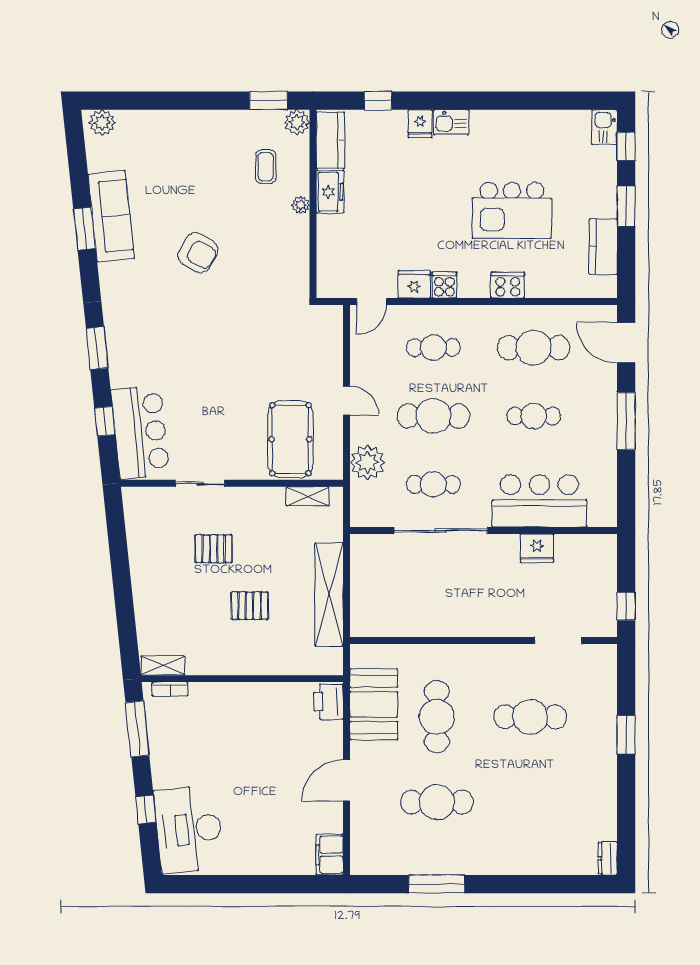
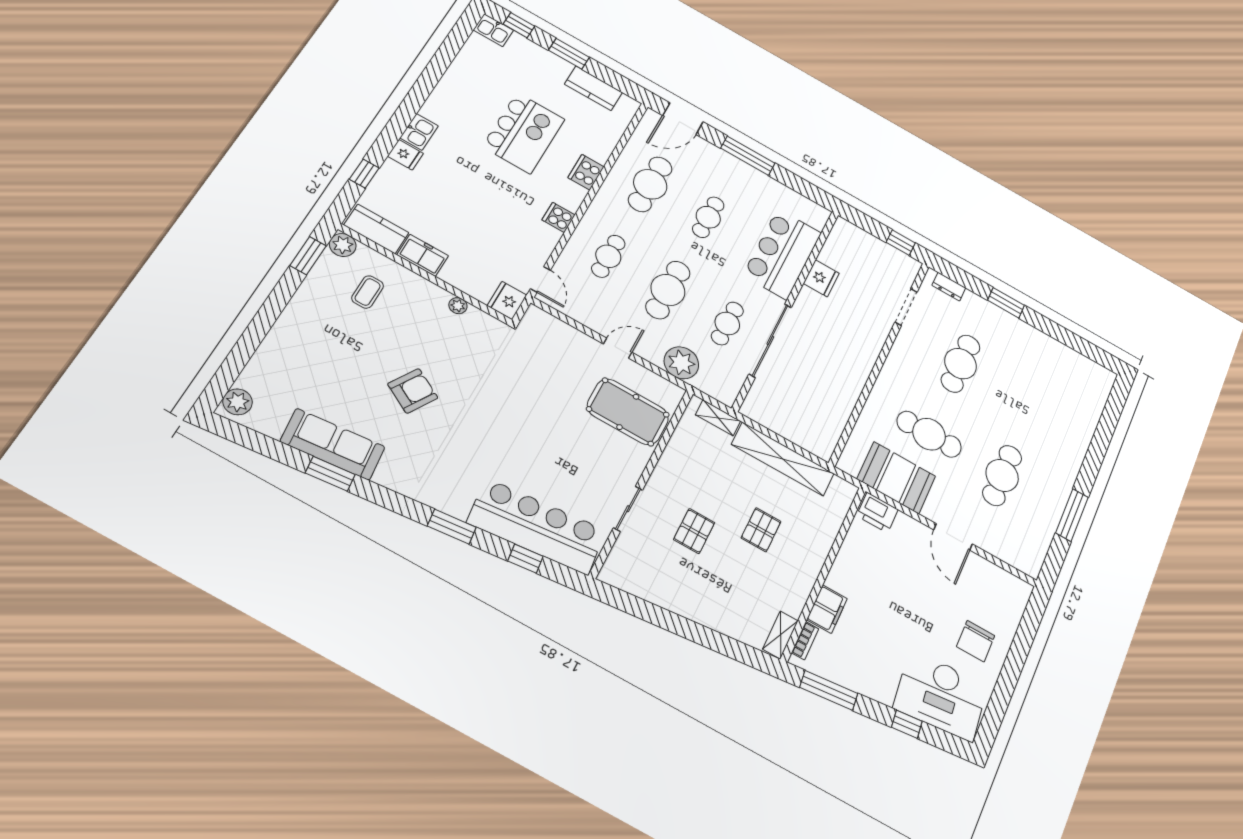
coffee table: (266, 167) -> (368, 292), turned 90
plant: (301, 205) -> (458, 306), moved
fridge: (414, 284) -> (507, 300), moved
bar counter: (140, 432) -> (537, 526), width x1.36
shelving: (308, 496) -> (718, 418), moved, turned 90
chair: (258, 841) -> (976, 641), added
filing cabinet: (330, 855) -> (827, 609), moved, turned -90
dresser: (608, 858) -> (949, 287), moved

